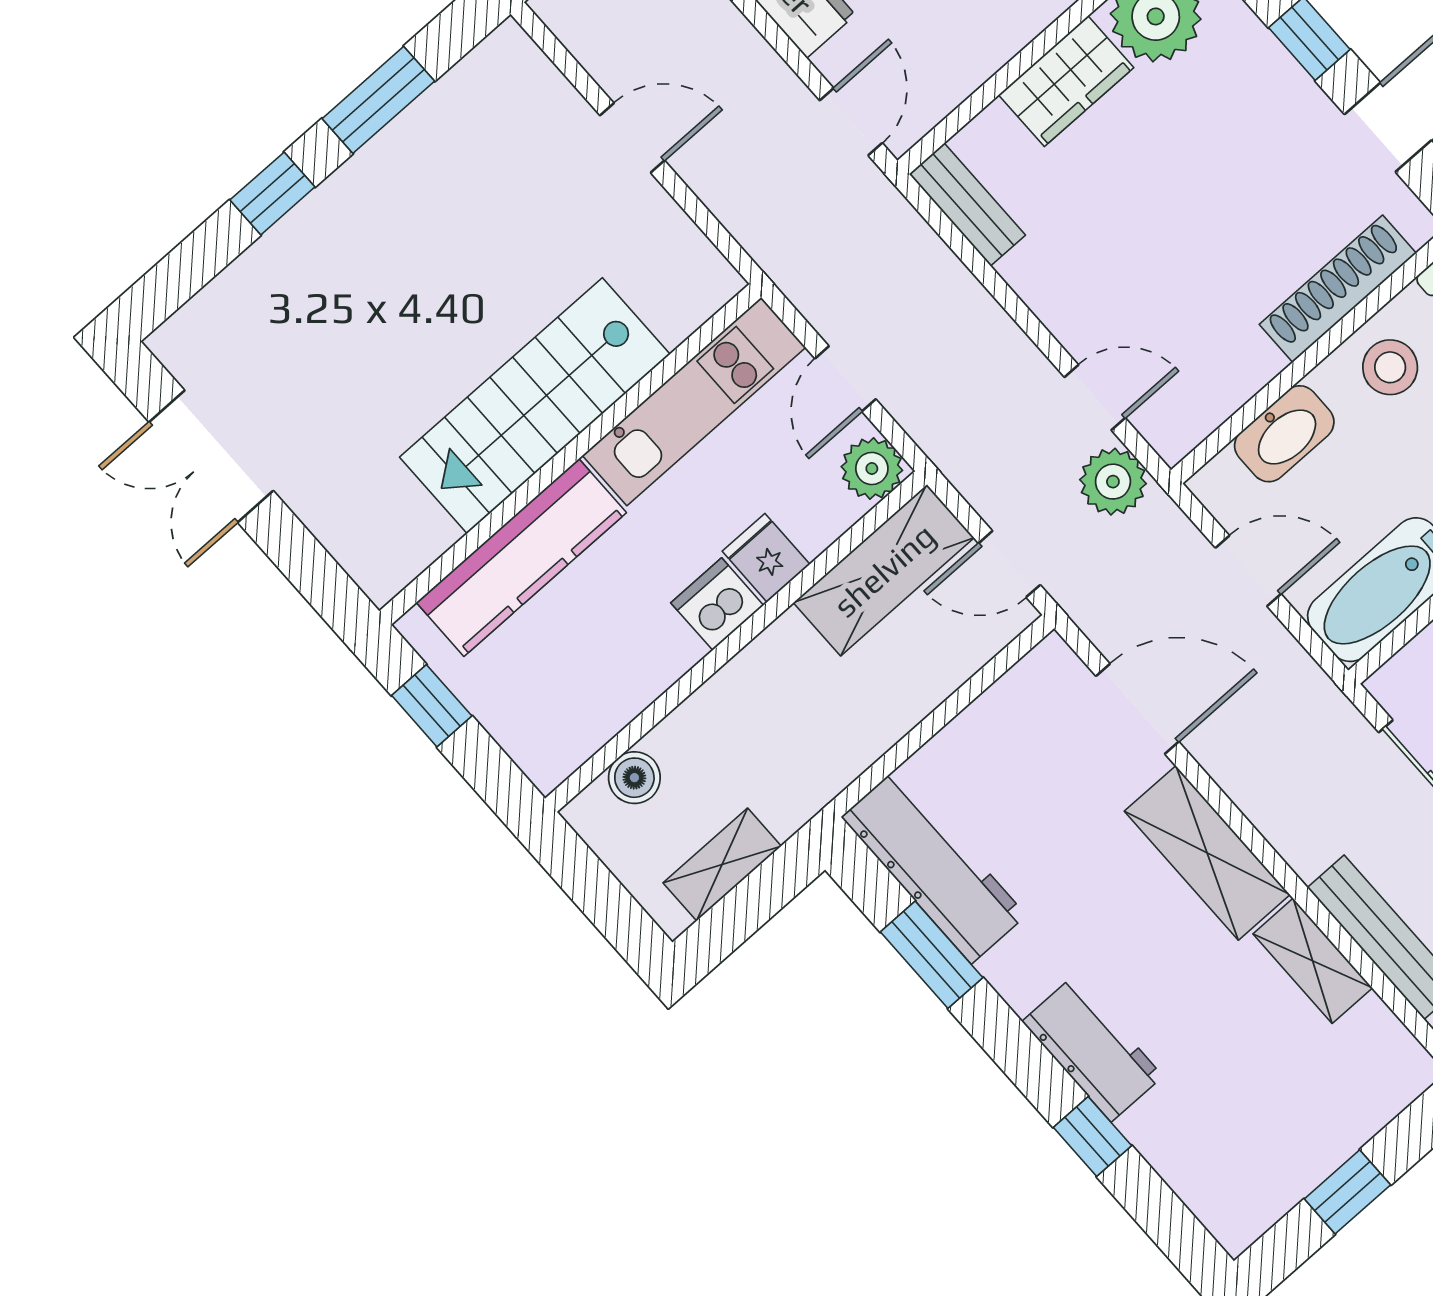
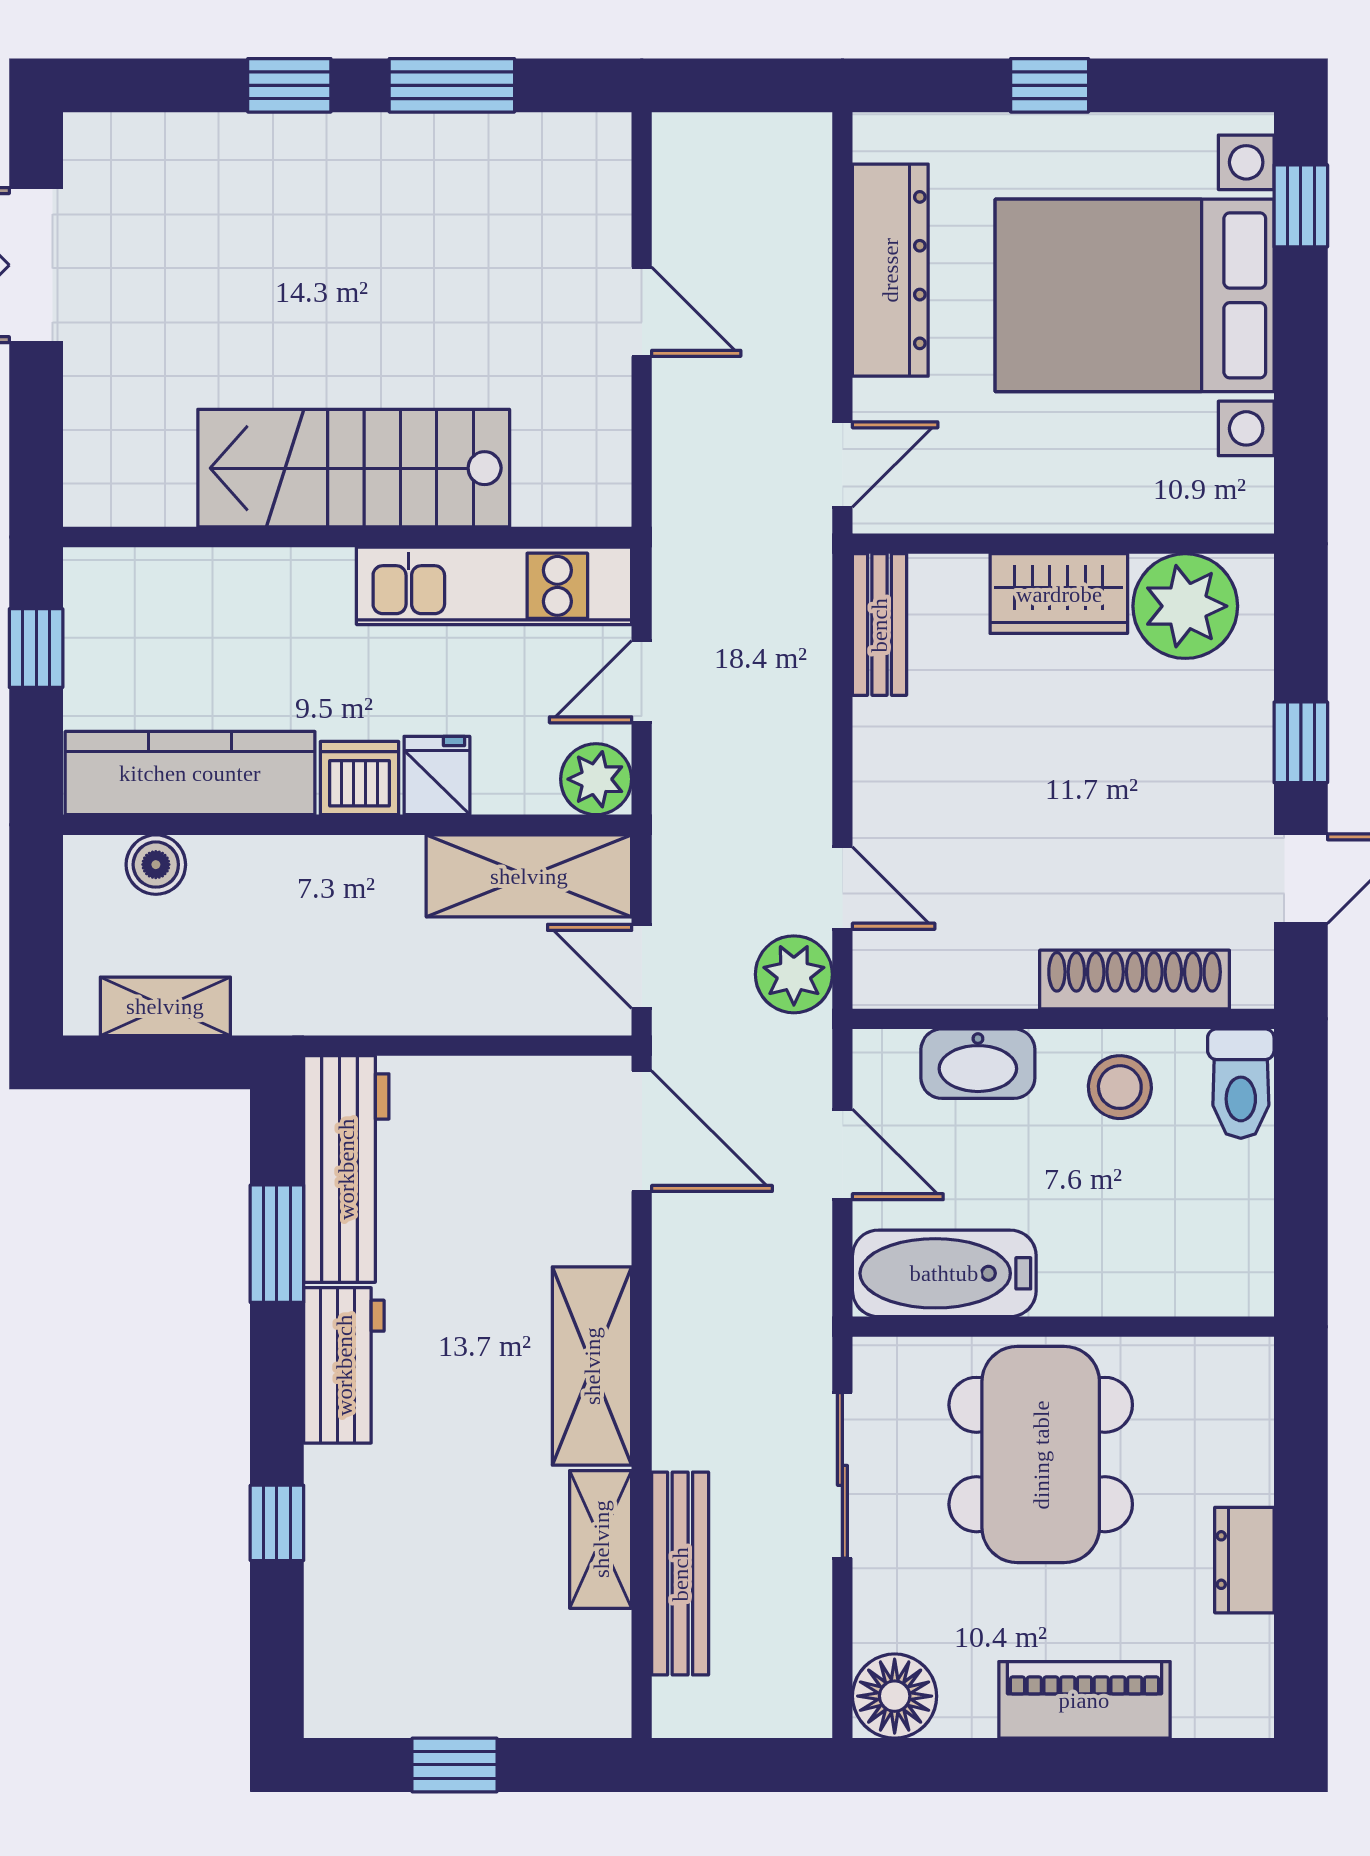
kitchen counter: (521, 557) -> (190, 773), moved, turned 180
door: (1137, 709) -> (642, 1131), moved
workbench: (1092, 1049) -> (344, 1365), moved

